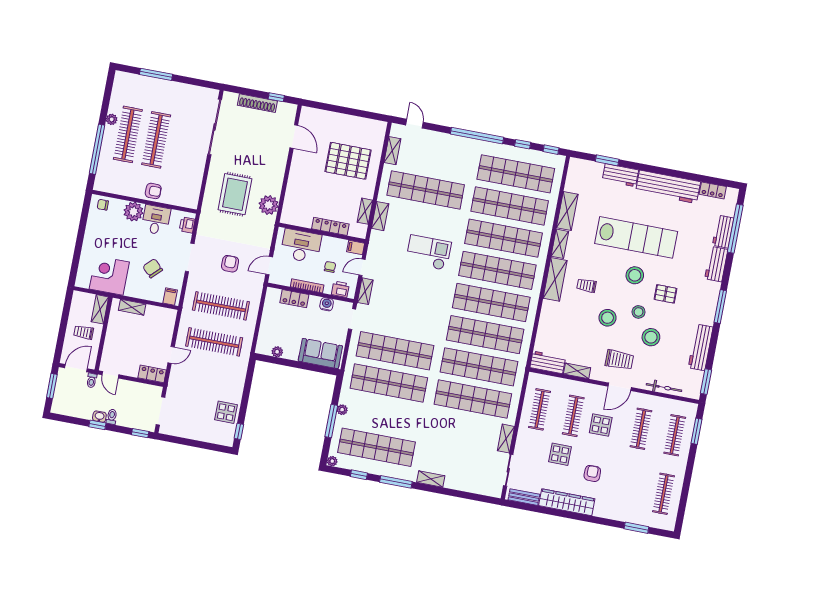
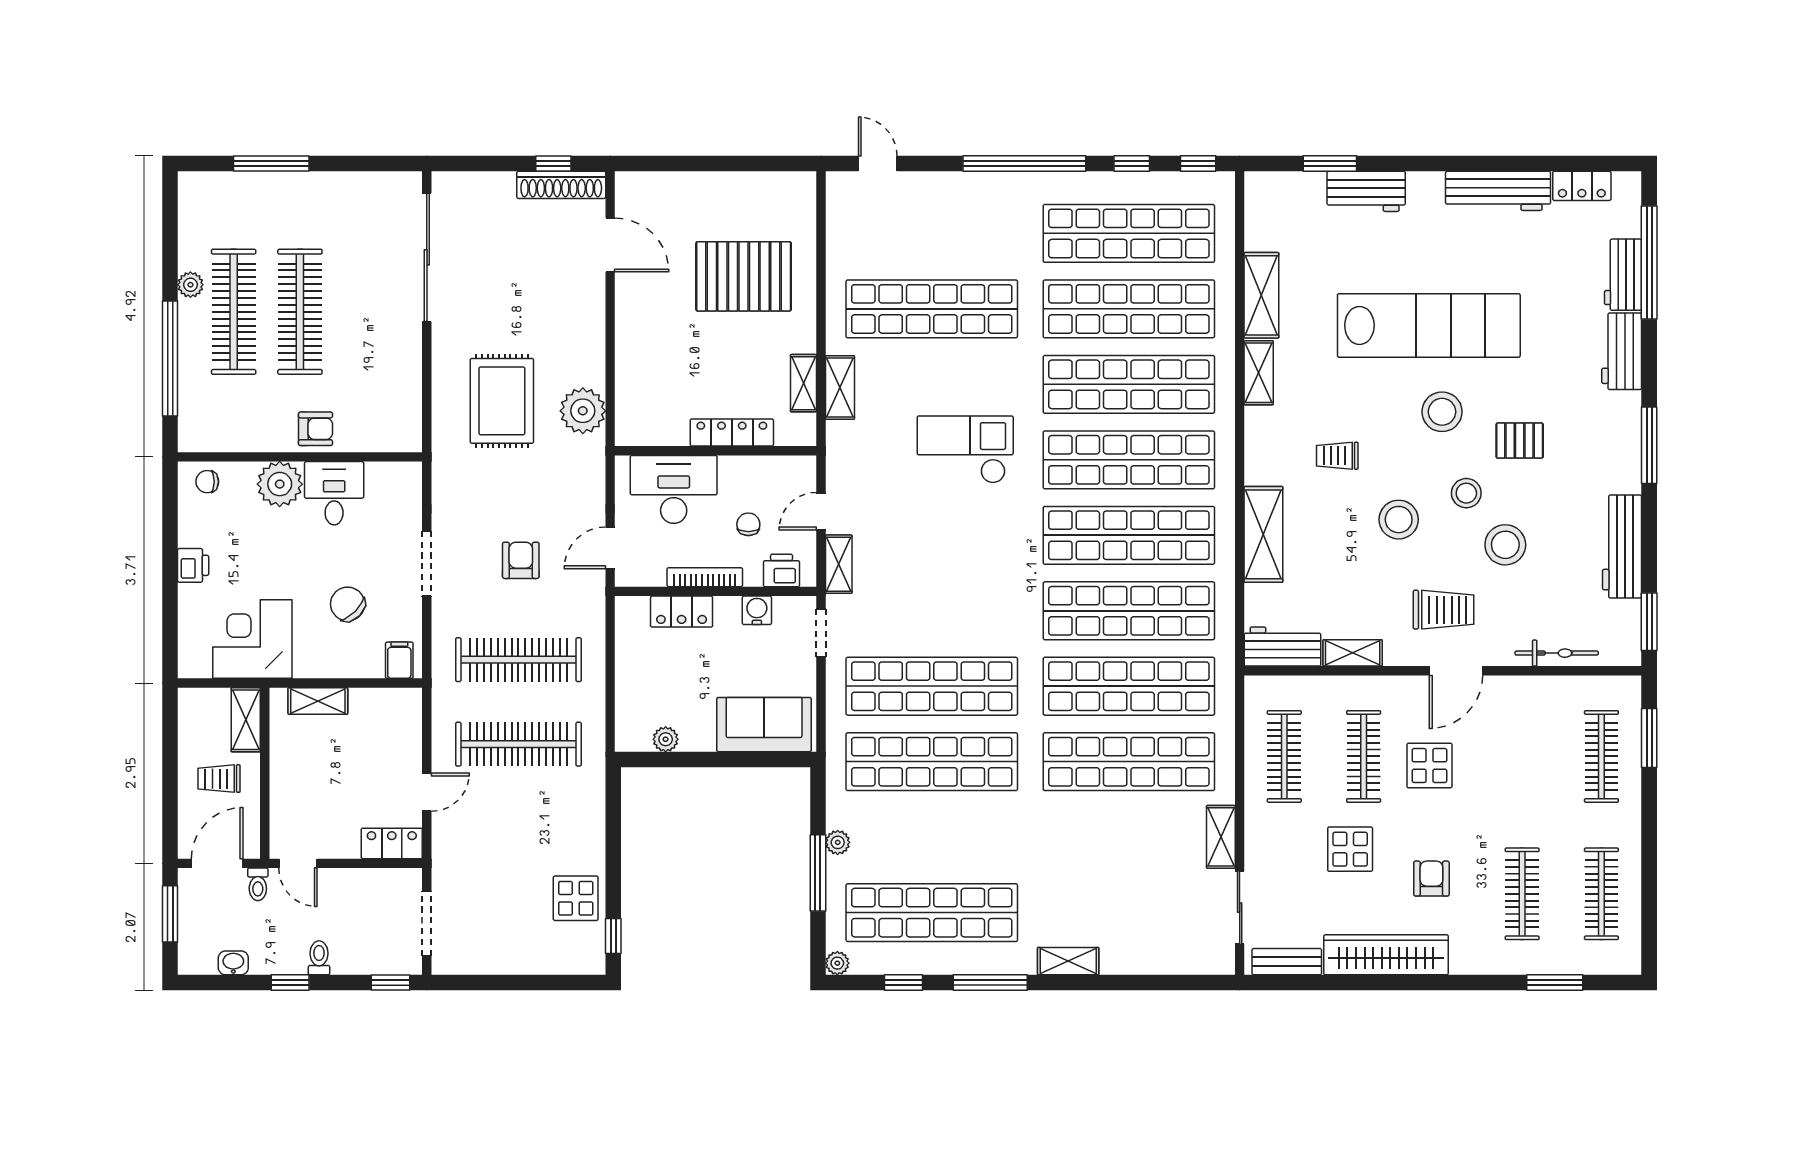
shoe rack: (257, 103) -> (561, 185), moved
shelving: (392, 151) -> (839, 234), removed
workbench: (668, 187) -> (1498, 191), width x0.73, depth x0.76
printer: (187, 225) -> (193, 565), moved, turned 180
filing cabinet: (356, 247) -> (798, 469), removed
shelving: (555, 279) -> (1263, 534), moved
washbasin: (99, 417) -> (233, 963), moved
clothes rail: (641, 429) -> (1522, 894), moved

